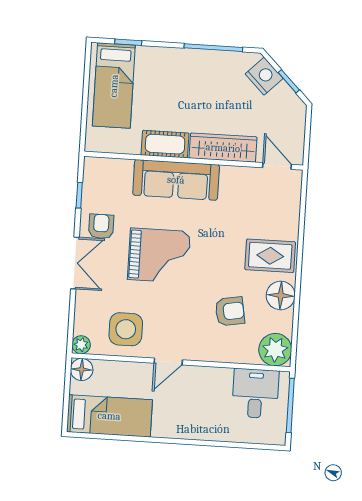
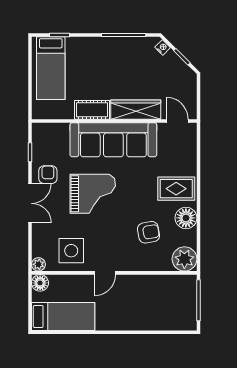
nightstand: (264, 76) -> (163, 47), width x0.53, depth x0.56
sofa: (176, 180) -> (113, 140), width x1.36, depth x1.27
desk: (255, 393) -> (172, 293), removed

